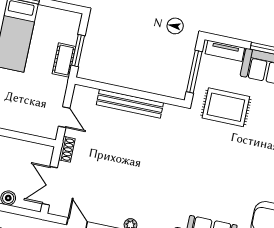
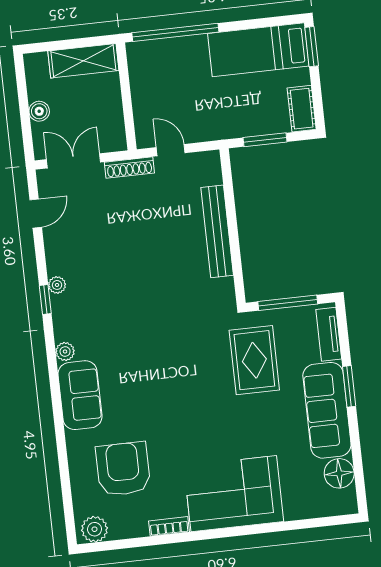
cot: (64, 60) -> (302, 109), moved, turned 90
door: (64, 117) -> (171, 150), swing flipped
shoe rack: (67, 149) -> (129, 168), width x1.43

